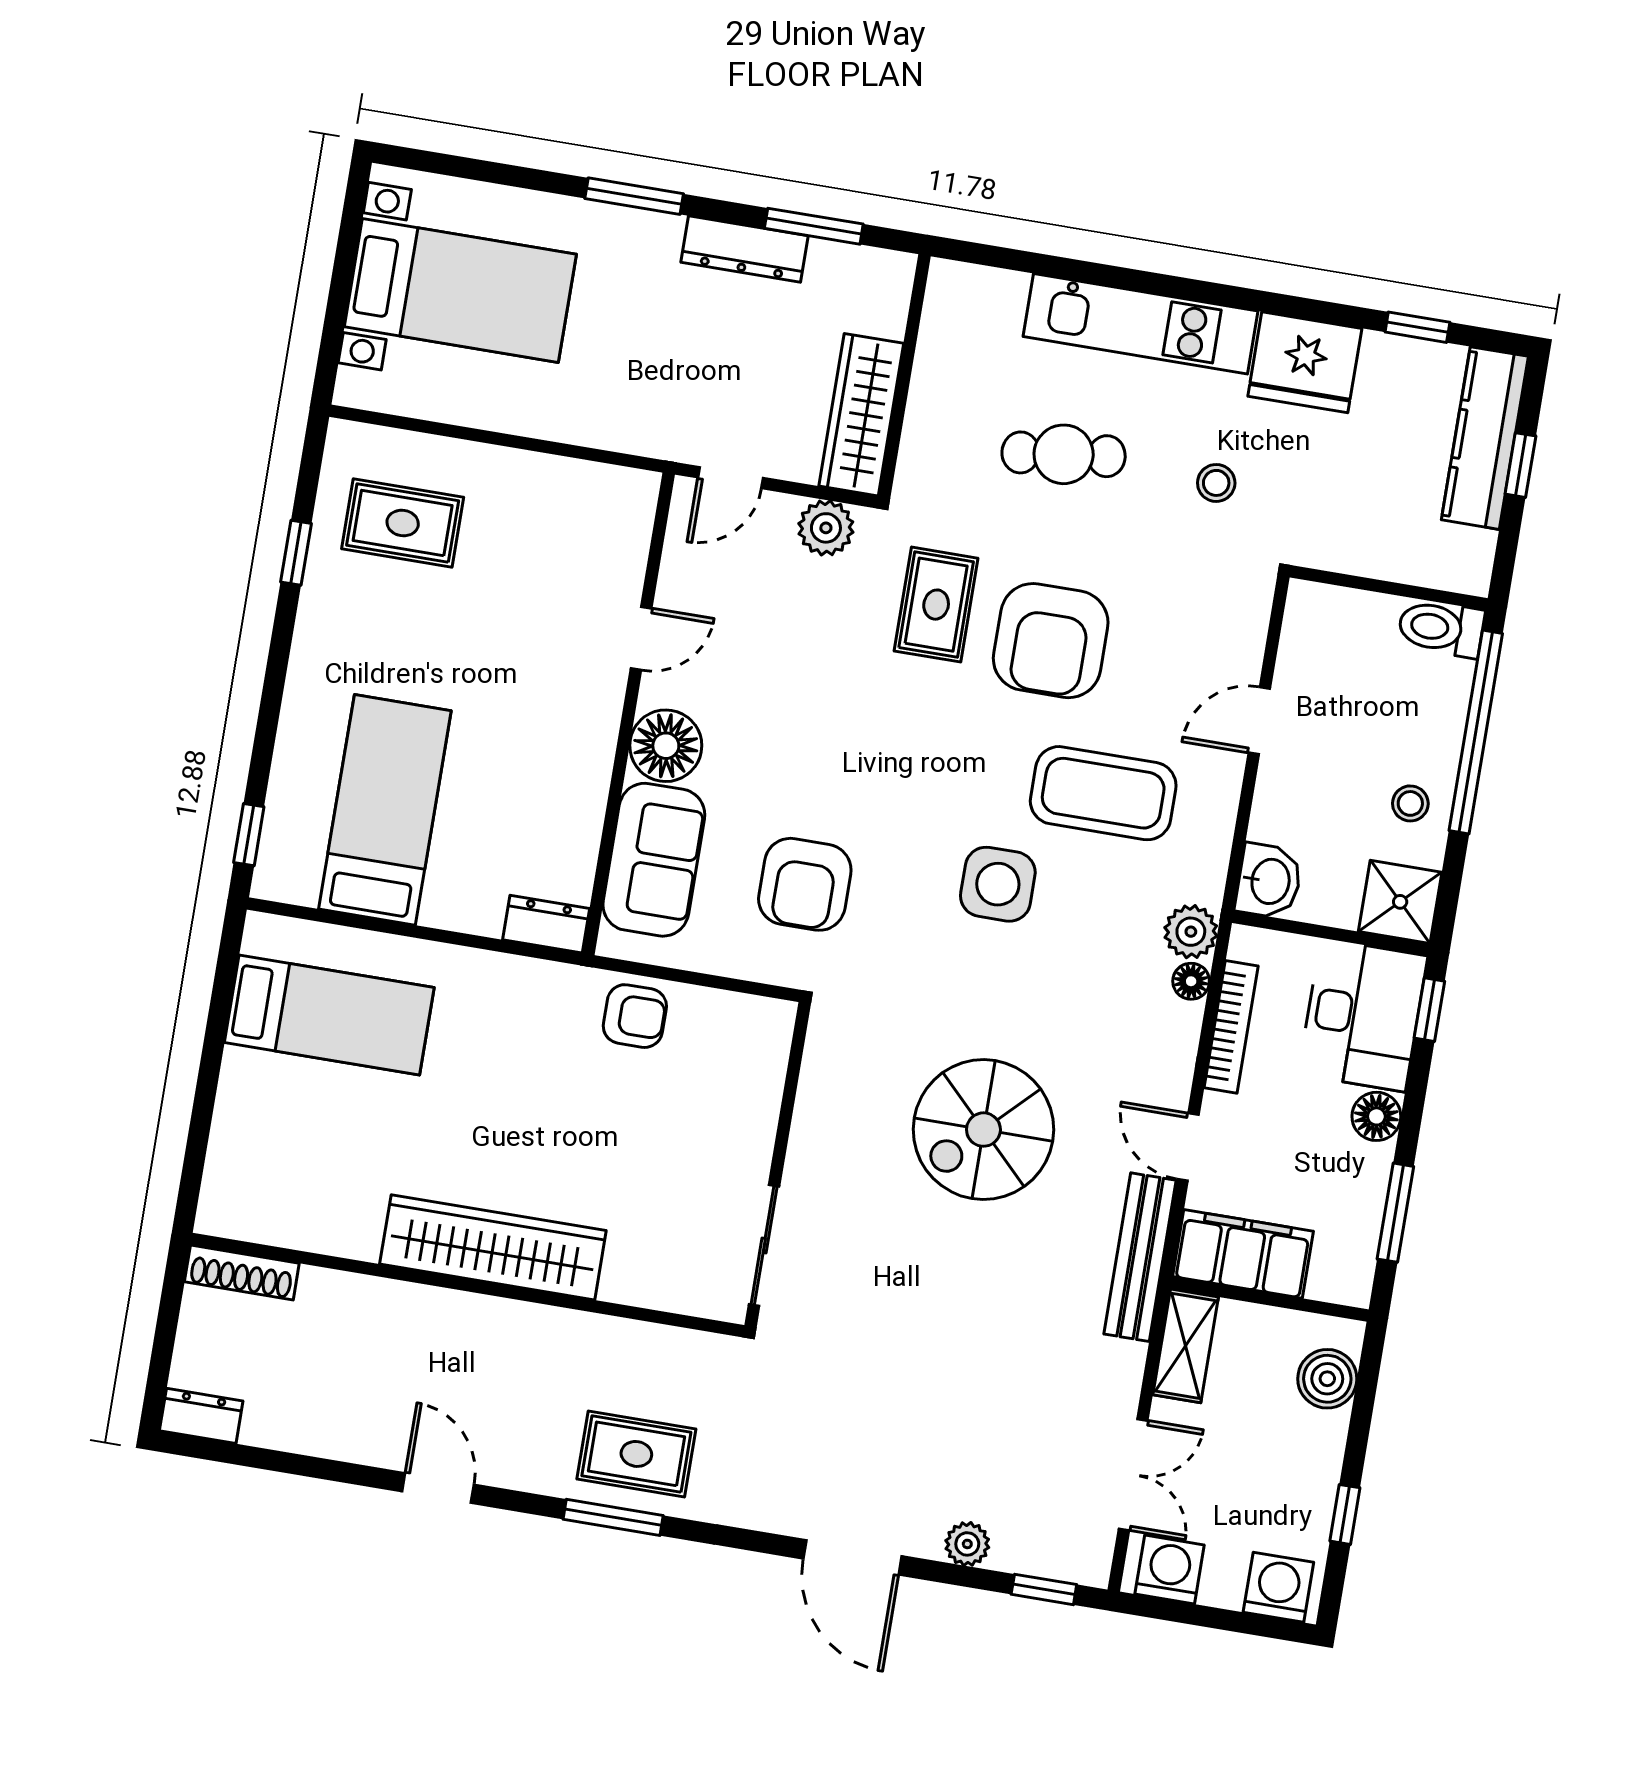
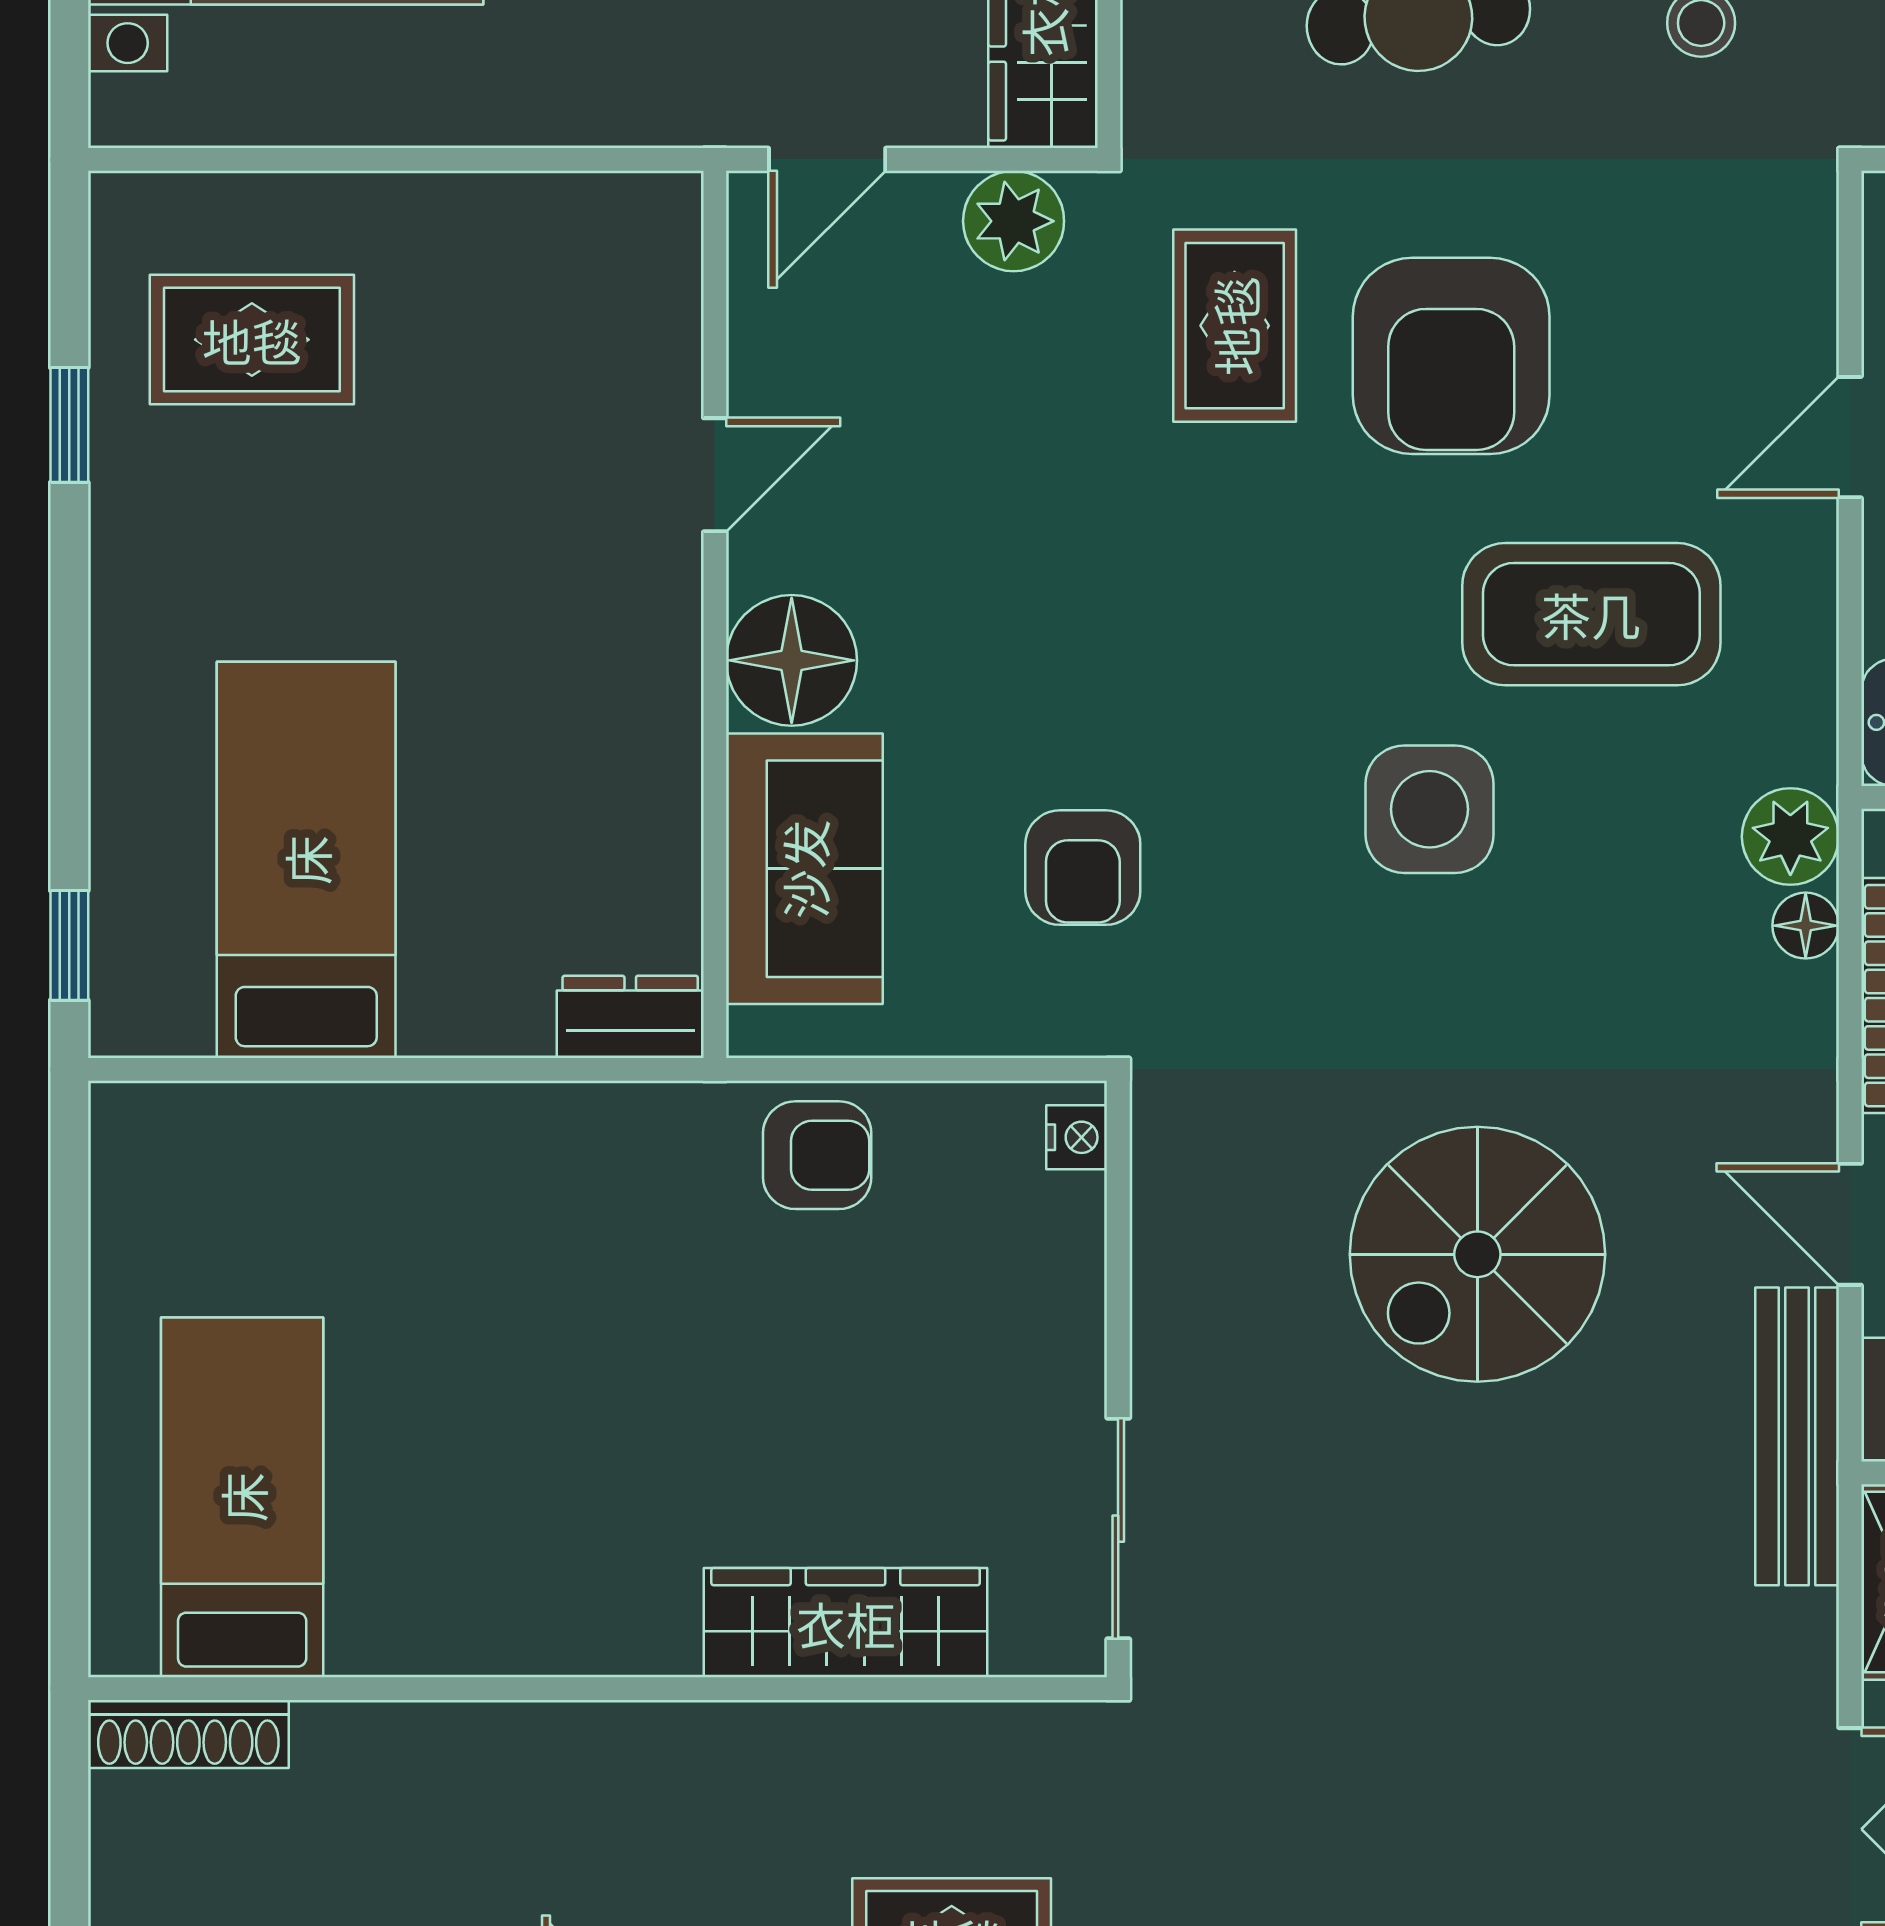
armchair: (805, 884) -> (1083, 868), width x0.72, depth x0.72
bed: (329, 1015) -> (242, 1497), moved, turned -90
nightstand: (777, 1030) -> (1077, 1137), added
wardrobe: (493, 1247) -> (846, 1623), moved, width x0.71, depth x0.85

